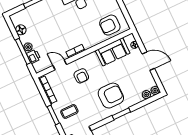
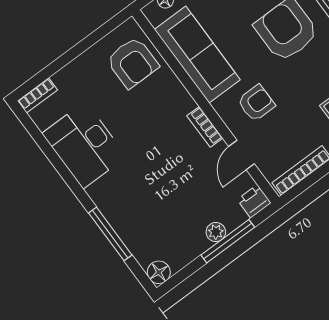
floor lamp: (21, 30) -> (159, 272), moved
sofa: (113, 52) -> (197, 55), width x1.36
printer: (34, 56) -> (254, 201), moved

